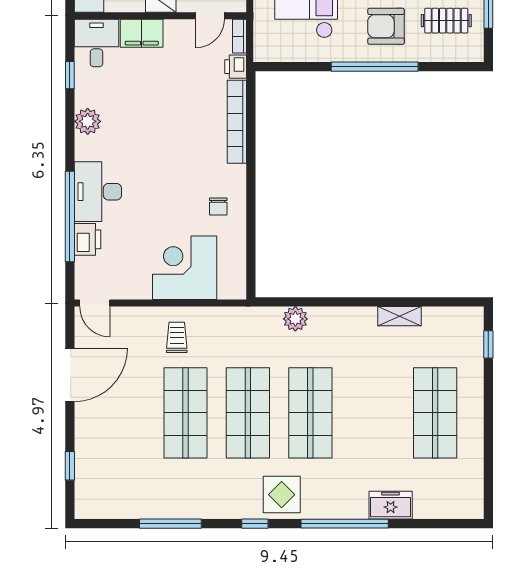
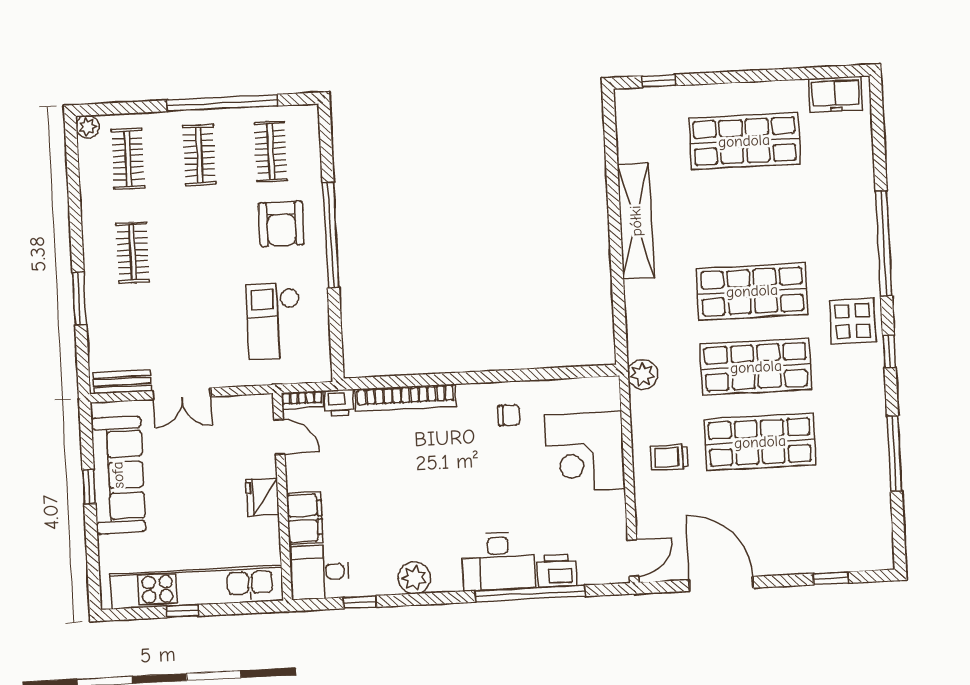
shelving: (400, 316) -> (636, 221), width x2.20, depth x1.33
plant: (295, 319) -> (643, 375), moved
freezer: (391, 505) -> (835, 94), moved, turned -90

